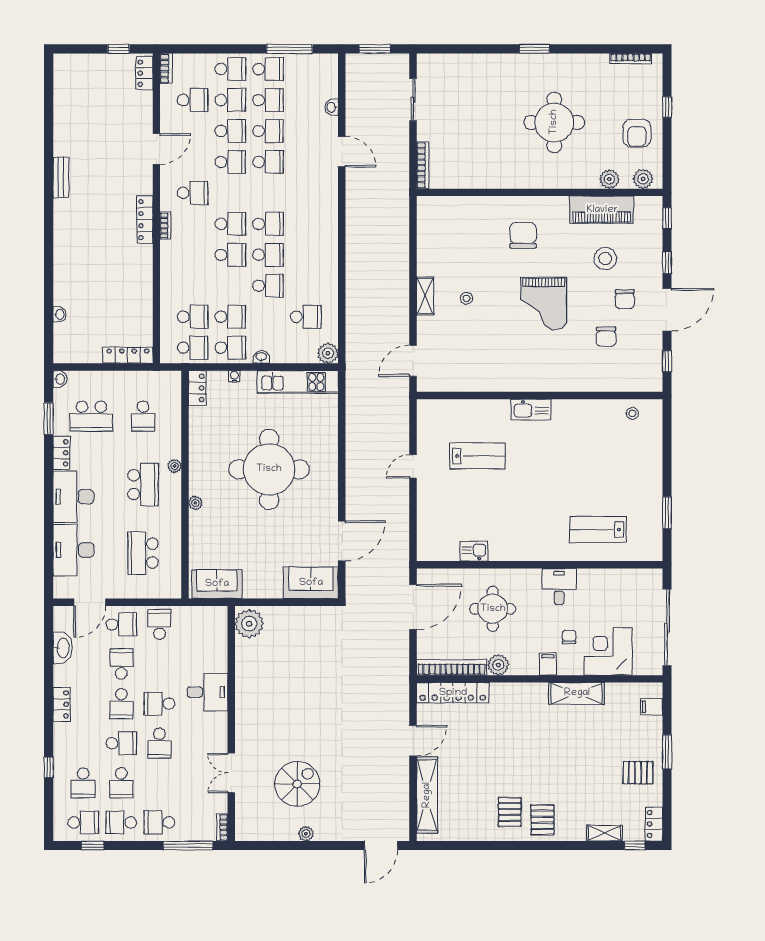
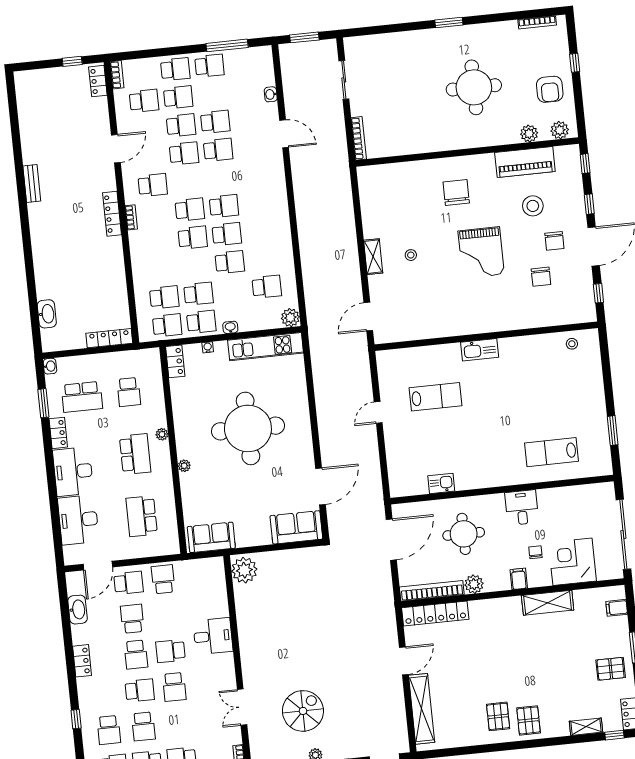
school desk: (268, 100) -> (212, 94), removed
washbasin: (59, 314) -> (47, 314), width x1.91, depth x1.45

